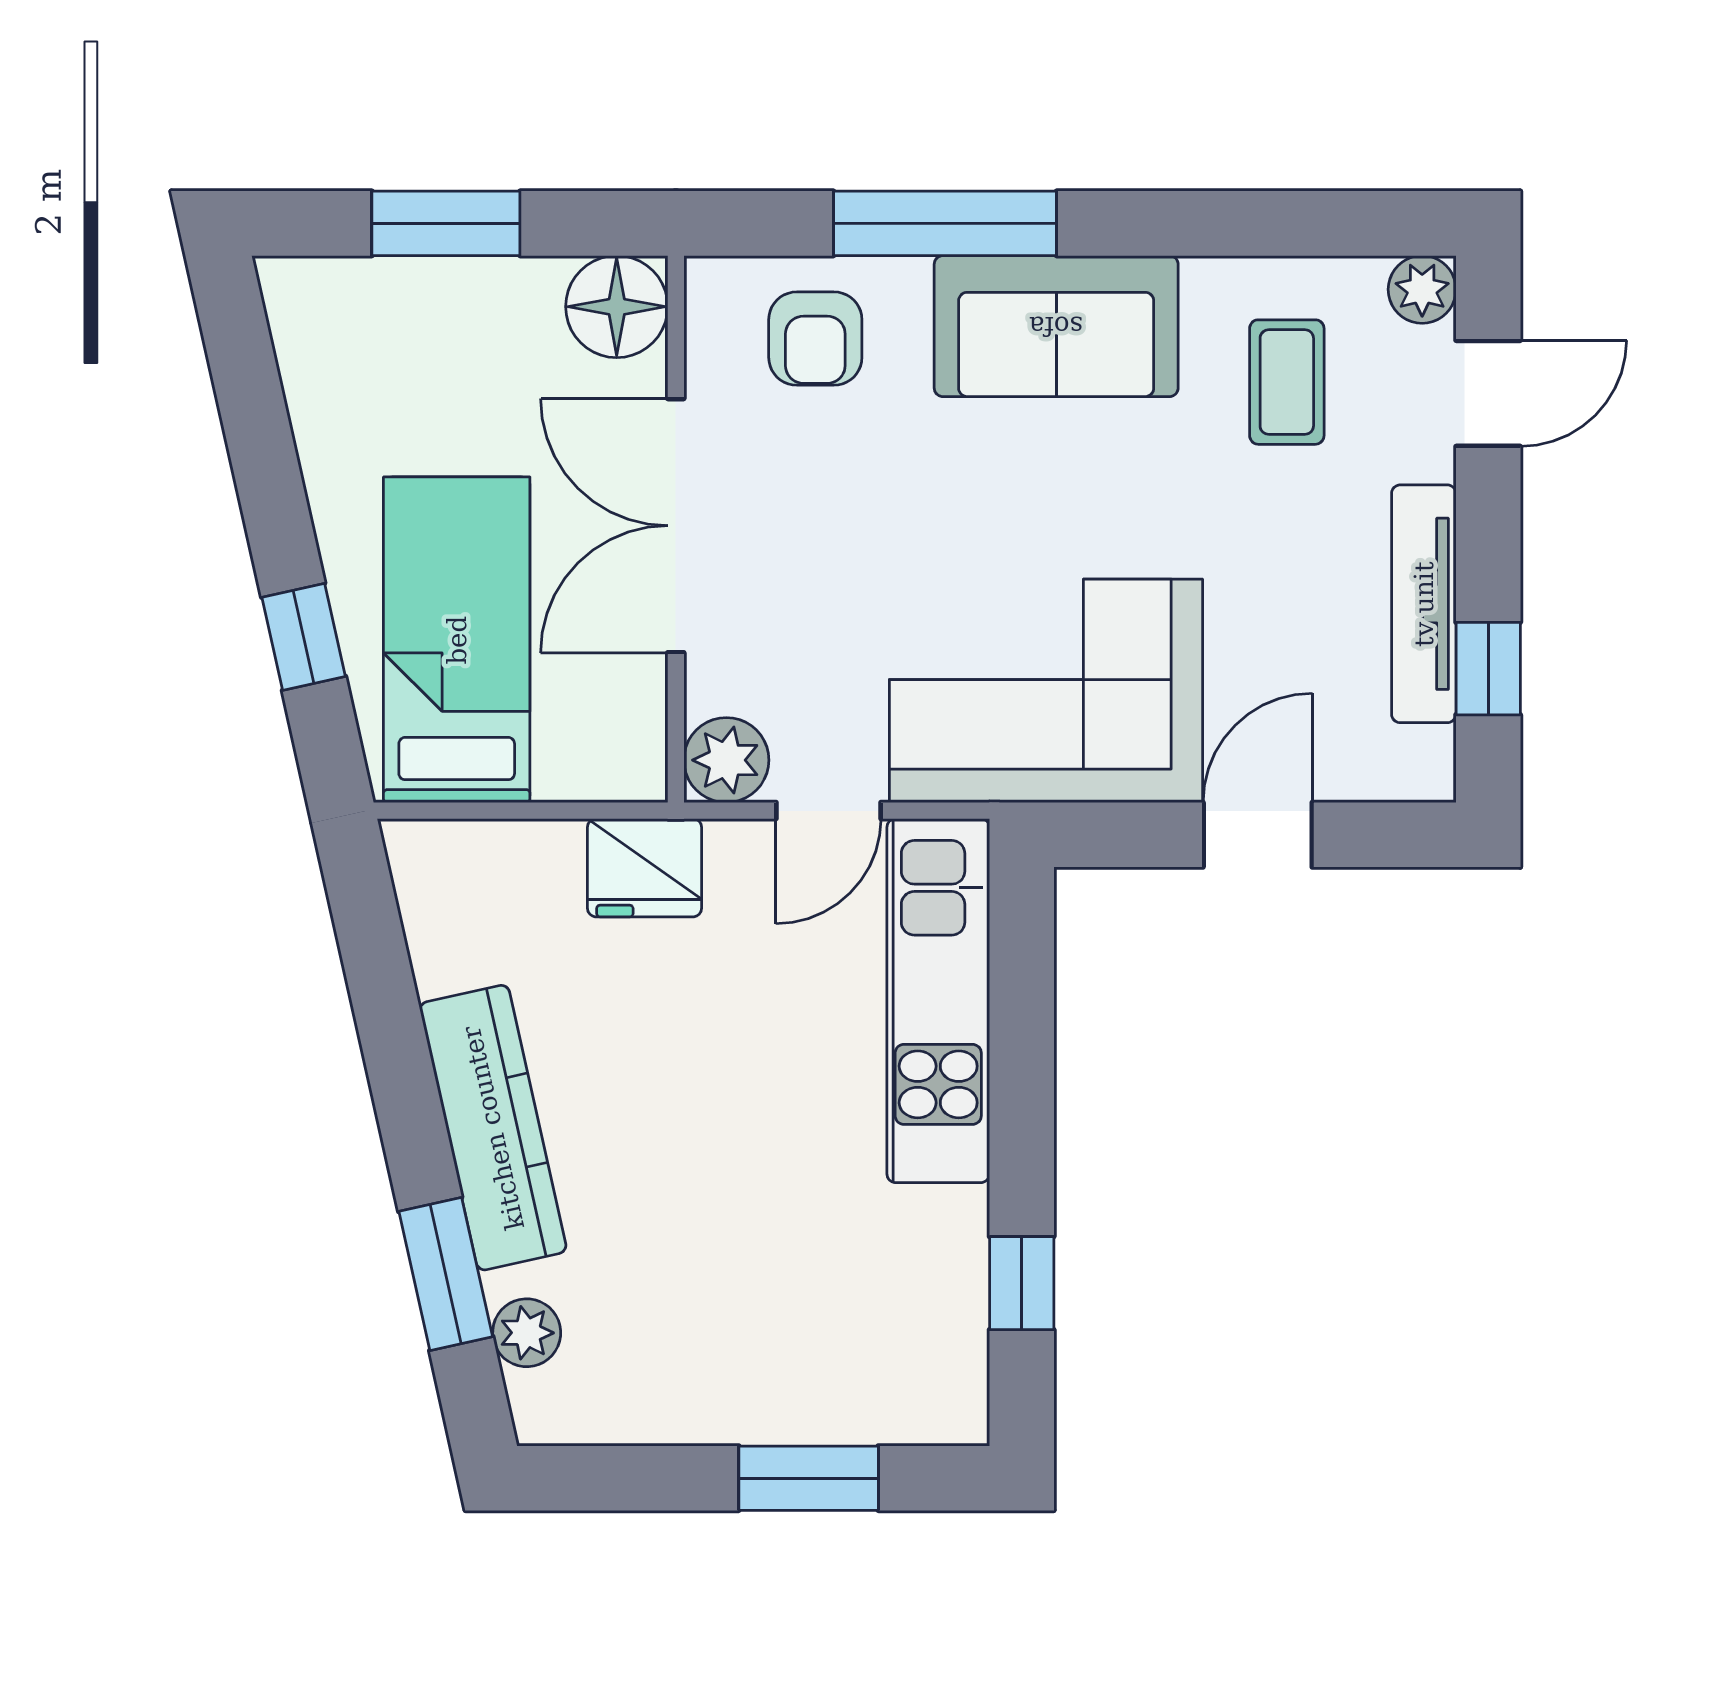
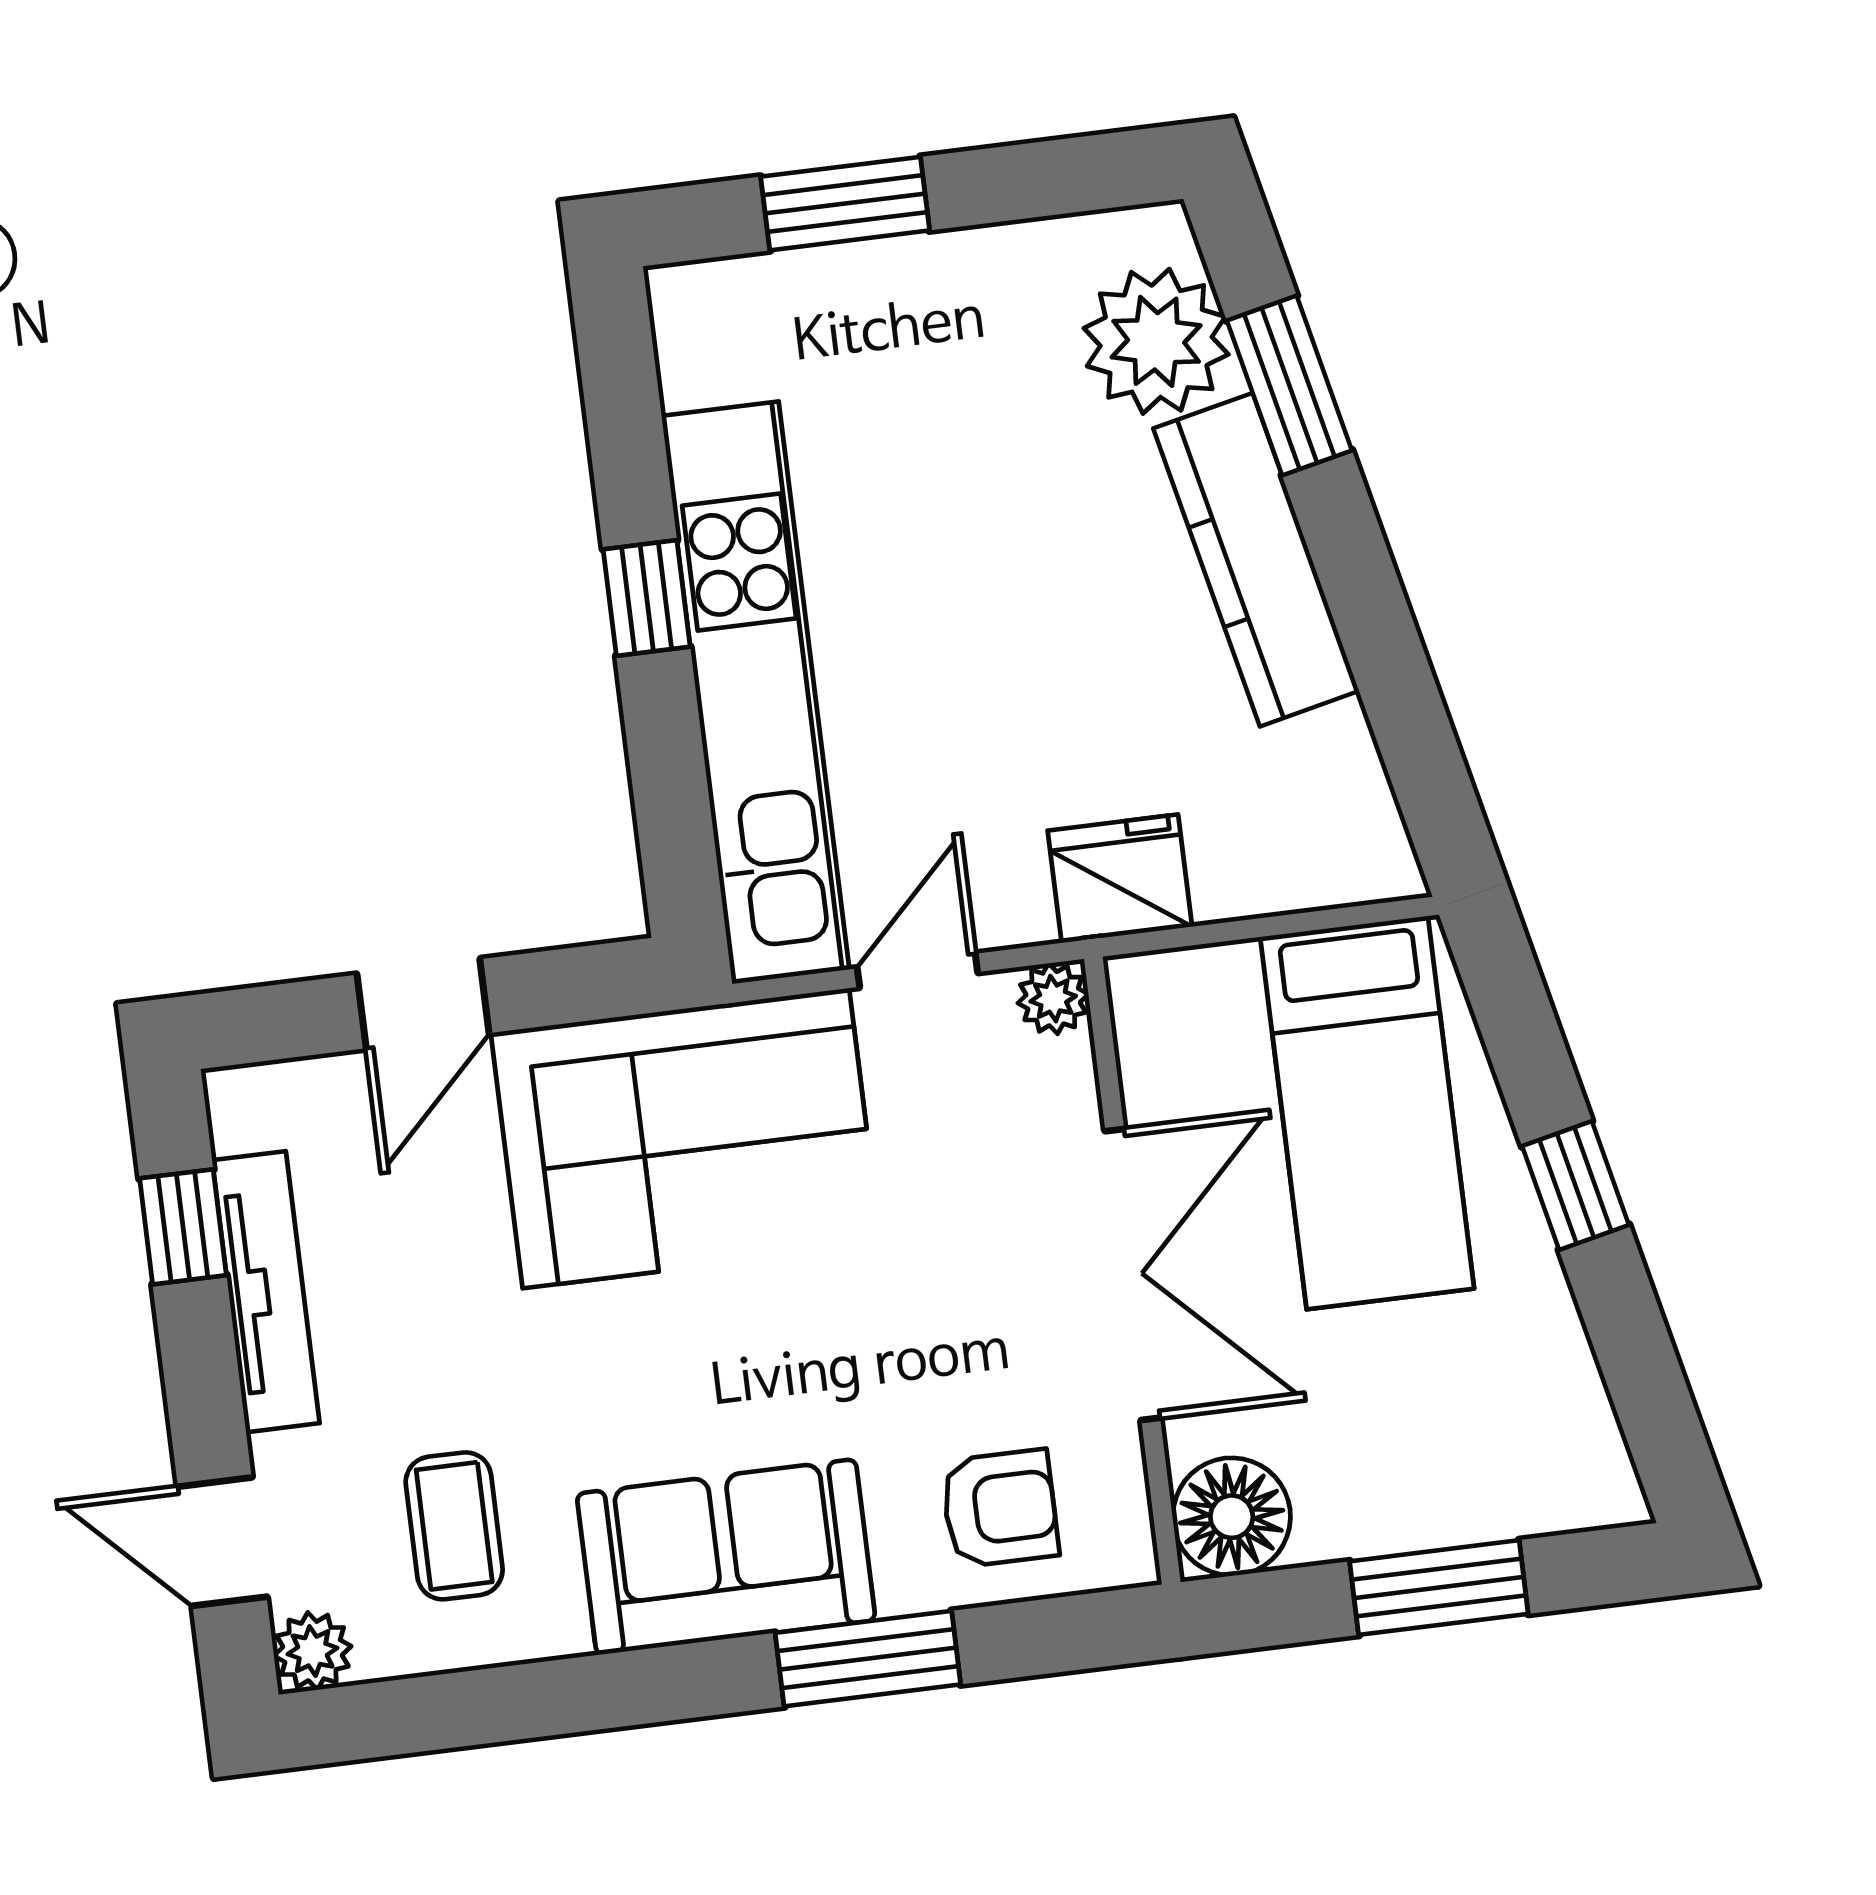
window: (945, 223) -> (868, 1659), width x0.69
armchair: (815, 339) -> (1000, 1508), turned 90
door: (1488, 393) -> (222, 1542), hinge flipped
window: (304, 637) -> (1575, 1186), moved
plant: (726, 760) -> (1053, 999), width x0.73, depth x0.73
kitchen unit: (938, 1001) -> (755, 693), width x1.36
window: (1022, 1283) -> (647, 598), moved
plant: (527, 1333) -> (1156, 341), width x1.87, depth x1.87

